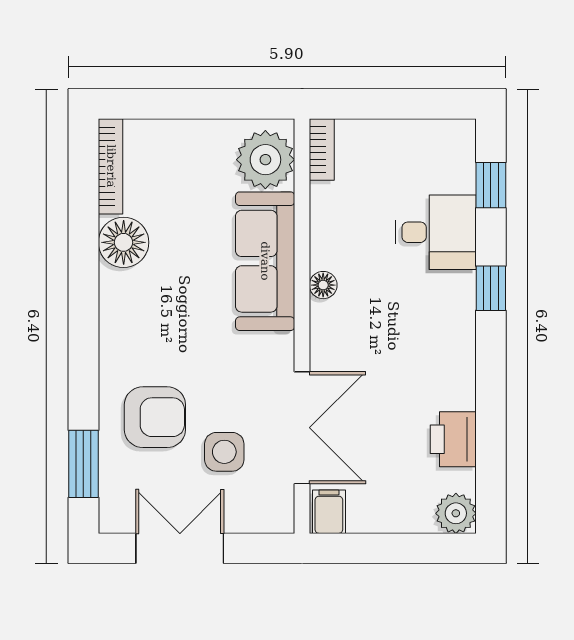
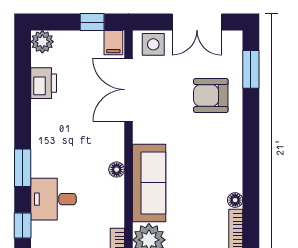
floor lamp: (124, 242) -> (235, 200), width x0.53, depth x0.53
window: (491, 288) -> (23, 168), width x1.50
side table: (224, 452) -> (153, 44), moved
window: (367, 548) -> (92, 22), added

